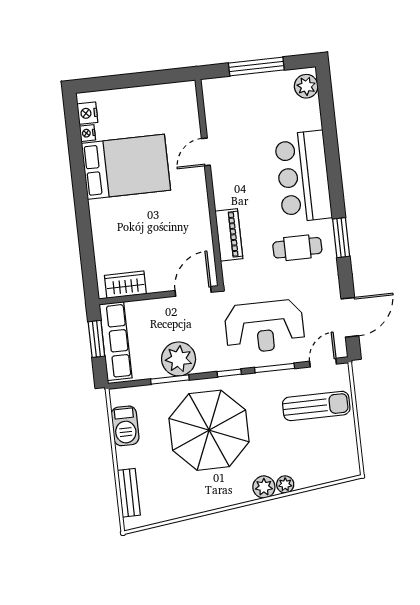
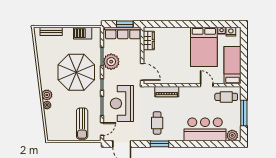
bed: (158, 102) -> (233, 65), added
cafe table: (226, 108) -> (226, 97), added
bar counter: (303, 176) -> (205, 129), moved
door: (323, 363) -> (102, 129), hinge flipped

